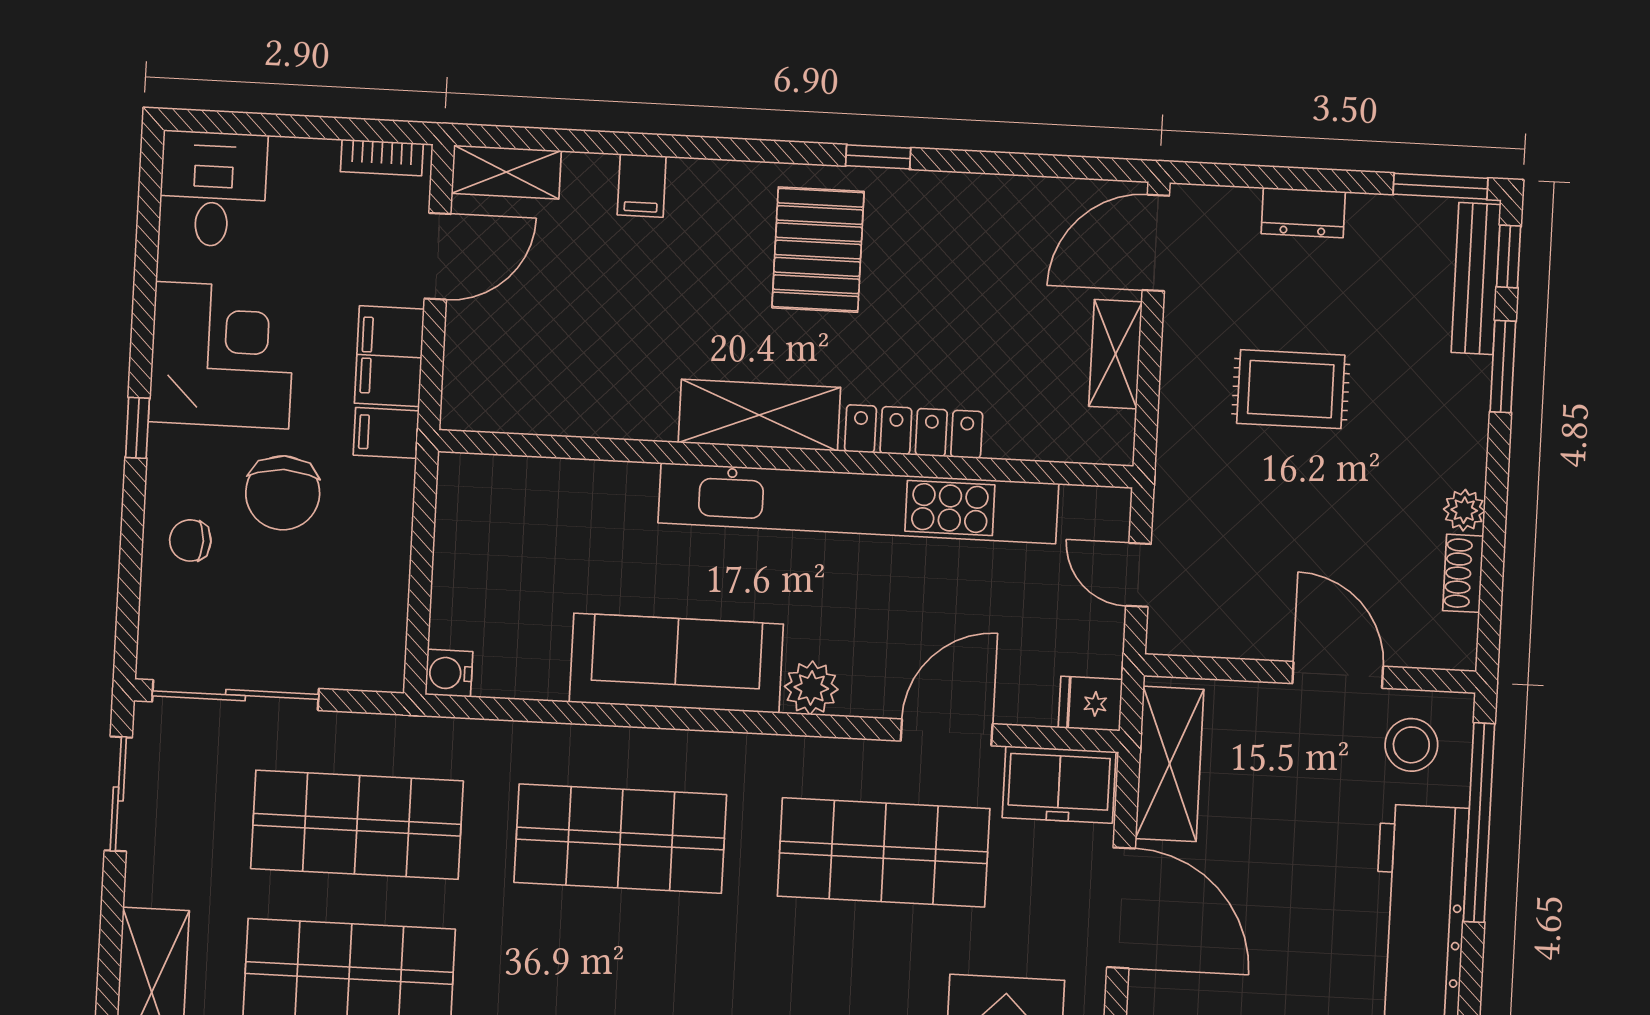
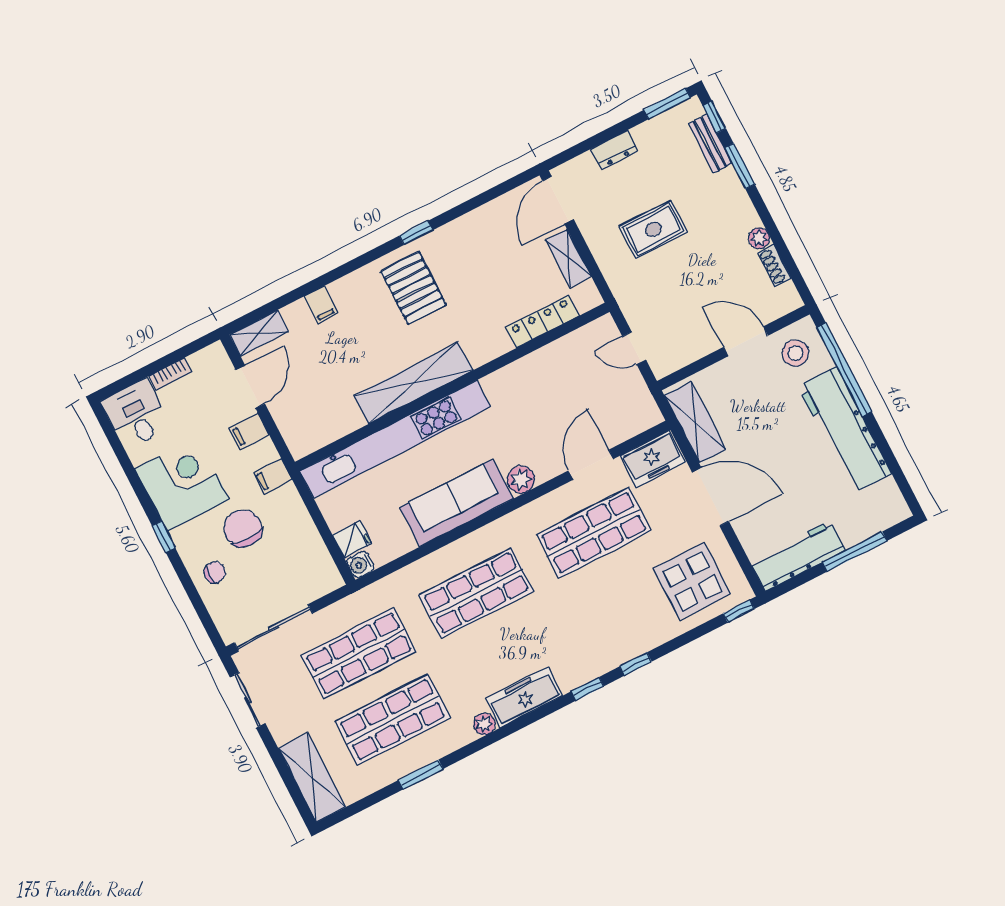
bookcase: (382, 158) -> (170, 374), moved
bench: (1476, 279) -> (710, 144), width x0.73
filing cabinet: (389, 356) -> (249, 431), width x0.50
shelving: (759, 415) -> (413, 383), width x1.47
locker: (914, 432) -> (542, 321), moved
chair: (283, 493) -> (243, 528), turned 180
kitchen unit: (858, 503) -> (395, 439), moved
chair: (190, 540) -> (215, 572), turned 180
fridge: (1090, 704) -> (352, 539), moved, turned 180

